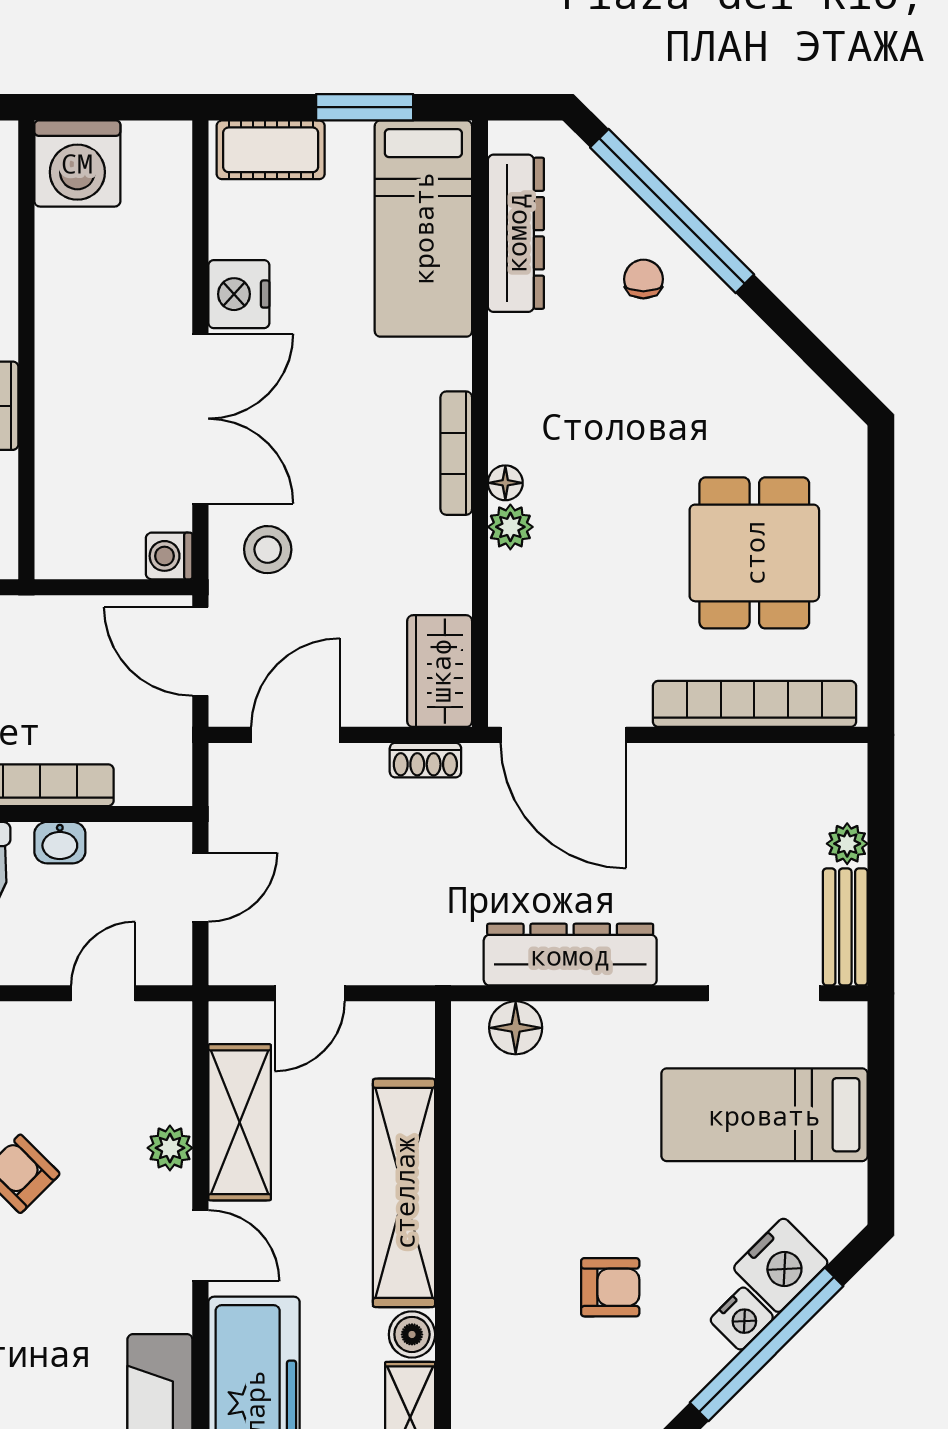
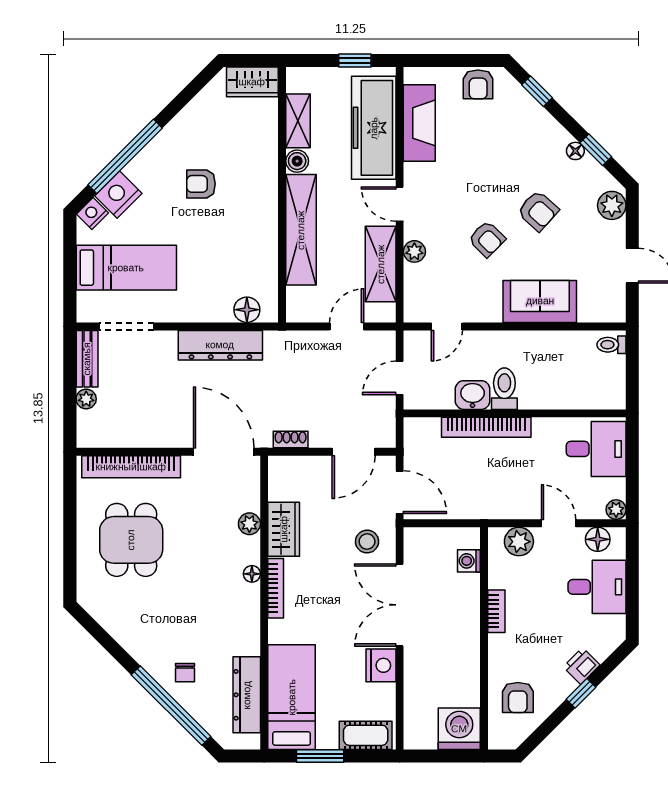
plant: (510, 527) -> (249, 524), moved
washing machine: (169, 556) -> (469, 561), moved, turned 180
wardrobe: (440, 671) -> (284, 529), moved
washbasin: (60, 843) -> (473, 395), width x1.38, depth x1.45
nightstand: (742, 1319) -> (93, 213), moved

